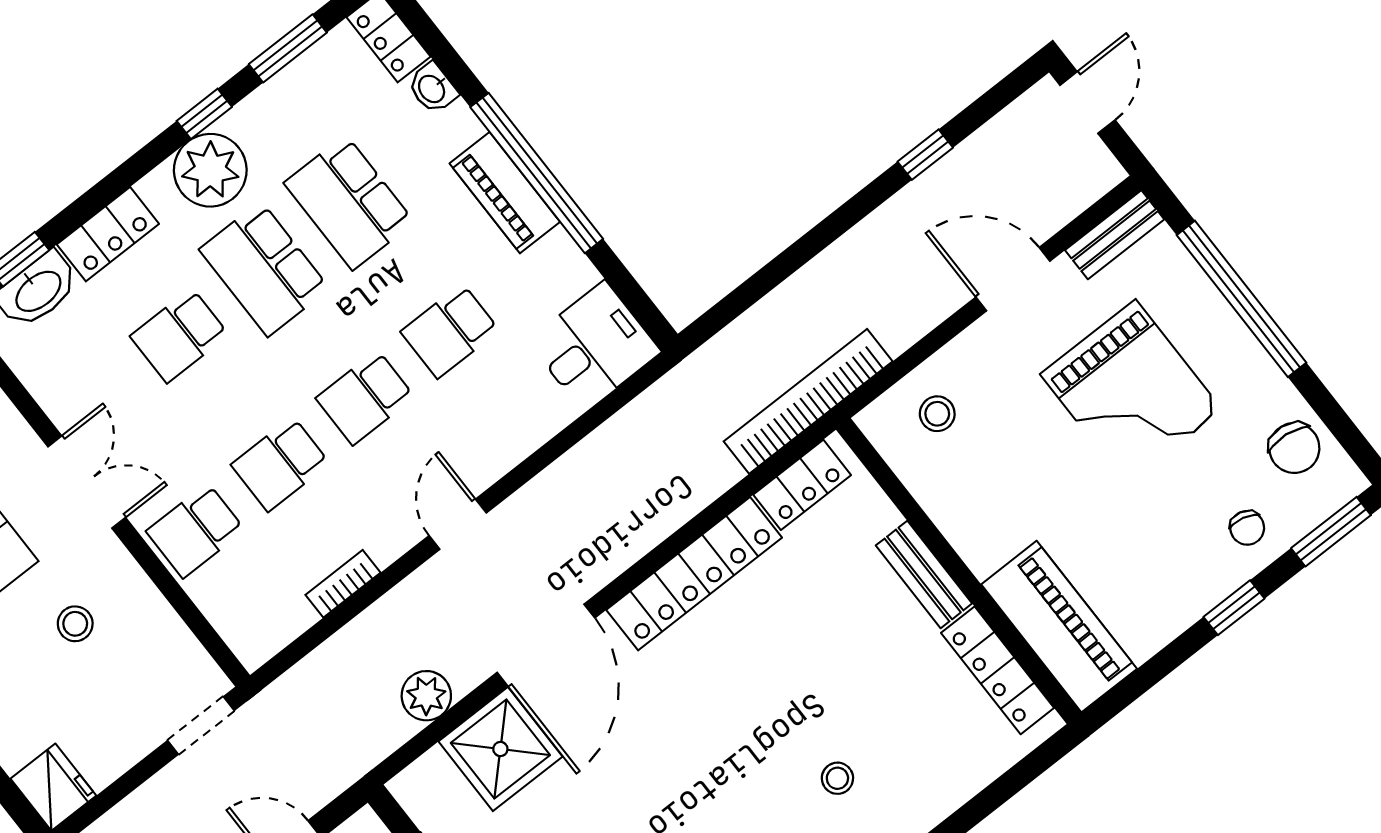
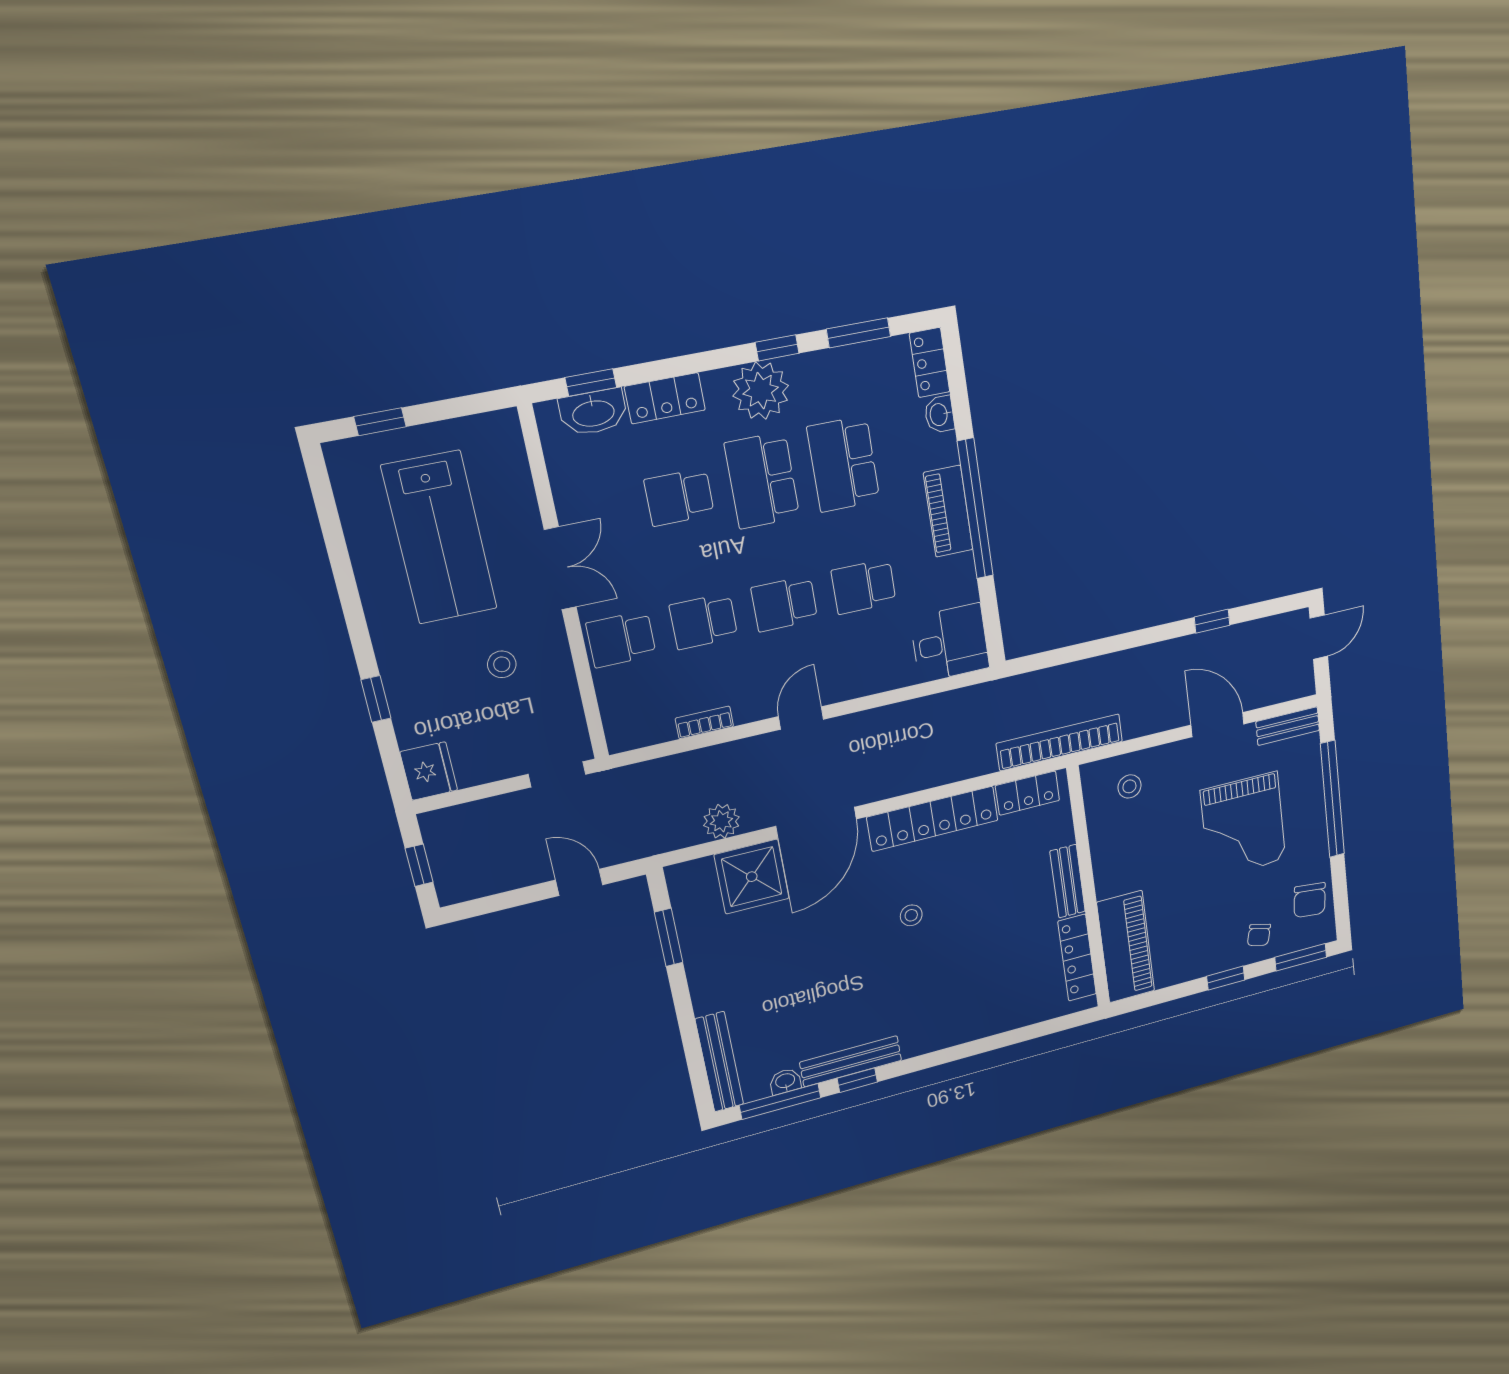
stool: (837, 778) -> (911, 915), moved

